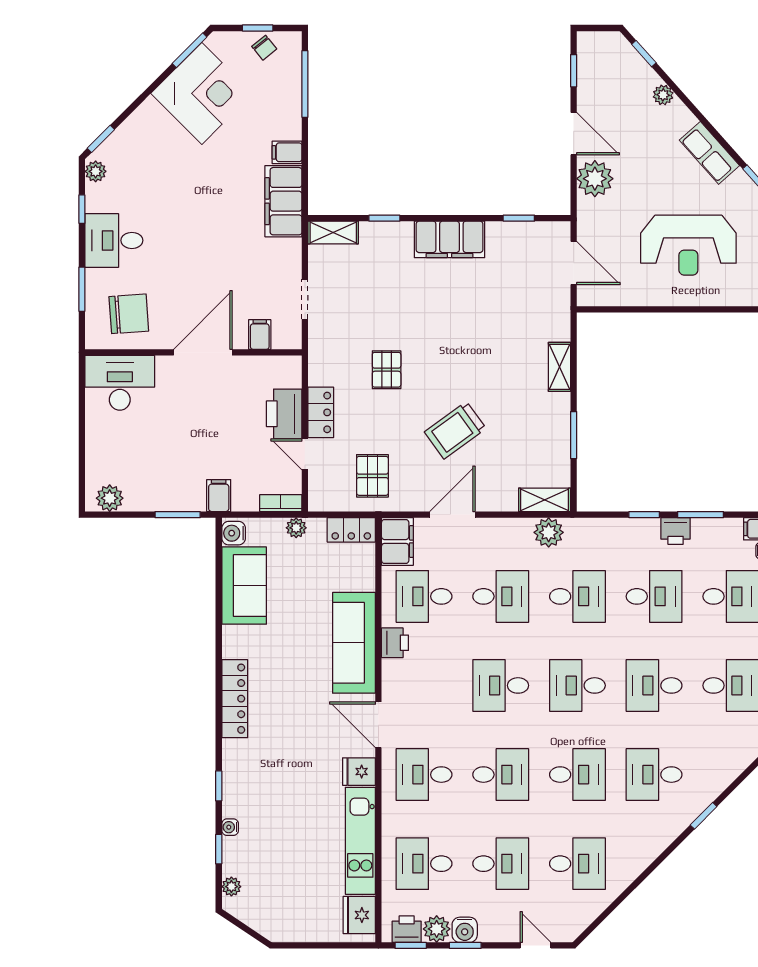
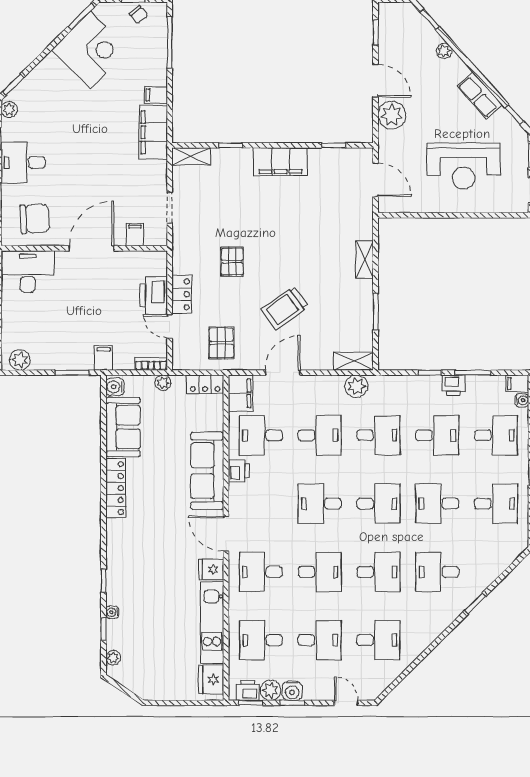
desk: (577, 685) -> (378, 504), turned 180
locker: (235, 699) -> (116, 488), moved

